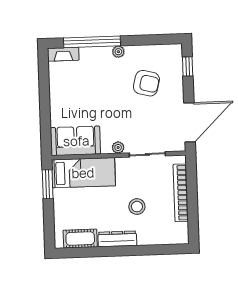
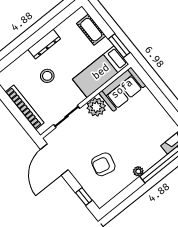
plant: (118, 147) -> (96, 107), width x1.88, depth x1.88
cot: (80, 239) -> (91, 30), moved, turned 90

